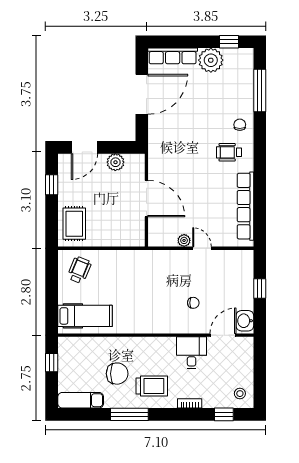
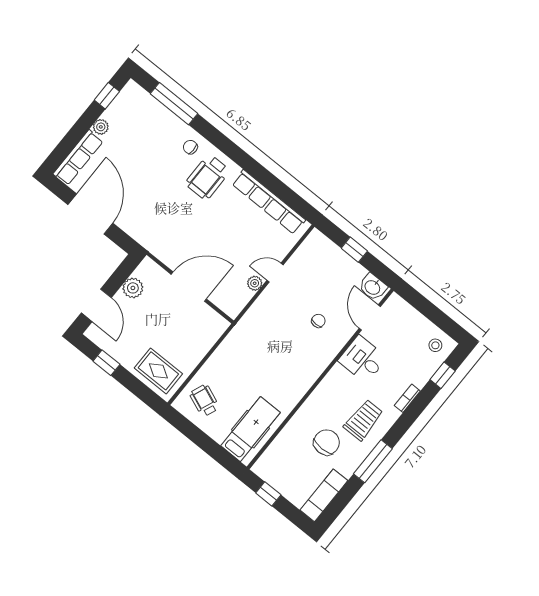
plant: (211, 60) -> (101, 127), width x0.53, depth x0.53
wheelchair: (229, 152) -> (208, 177), width x1.36, depth x1.37

